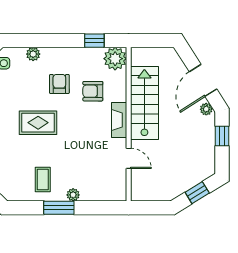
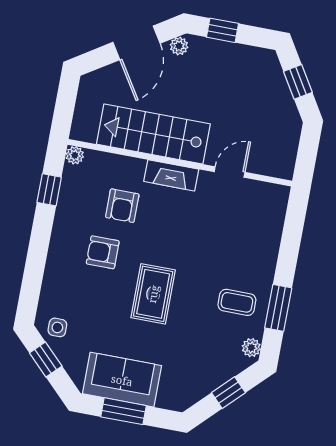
plant: (33, 54) -> (52, 282), removed
plant: (115, 59) -> (75, 155), width x0.53, depth x0.53
door: (203, 80) -> (136, 43), hinge flipped
plant: (73, 195) -> (251, 348), moved
window: (59, 208) -> (278, 308), moved

